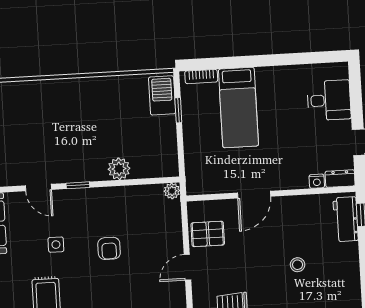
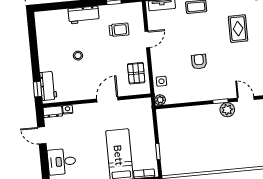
barbecue: (162, 95) -> (169, 161), removed
plant: (119, 169) -> (227, 110), moved
pallet: (208, 234) -> (136, 73), turned 90
side table: (56, 245) -> (161, 81), moved
door: (187, 267) -> (147, 39), moved

